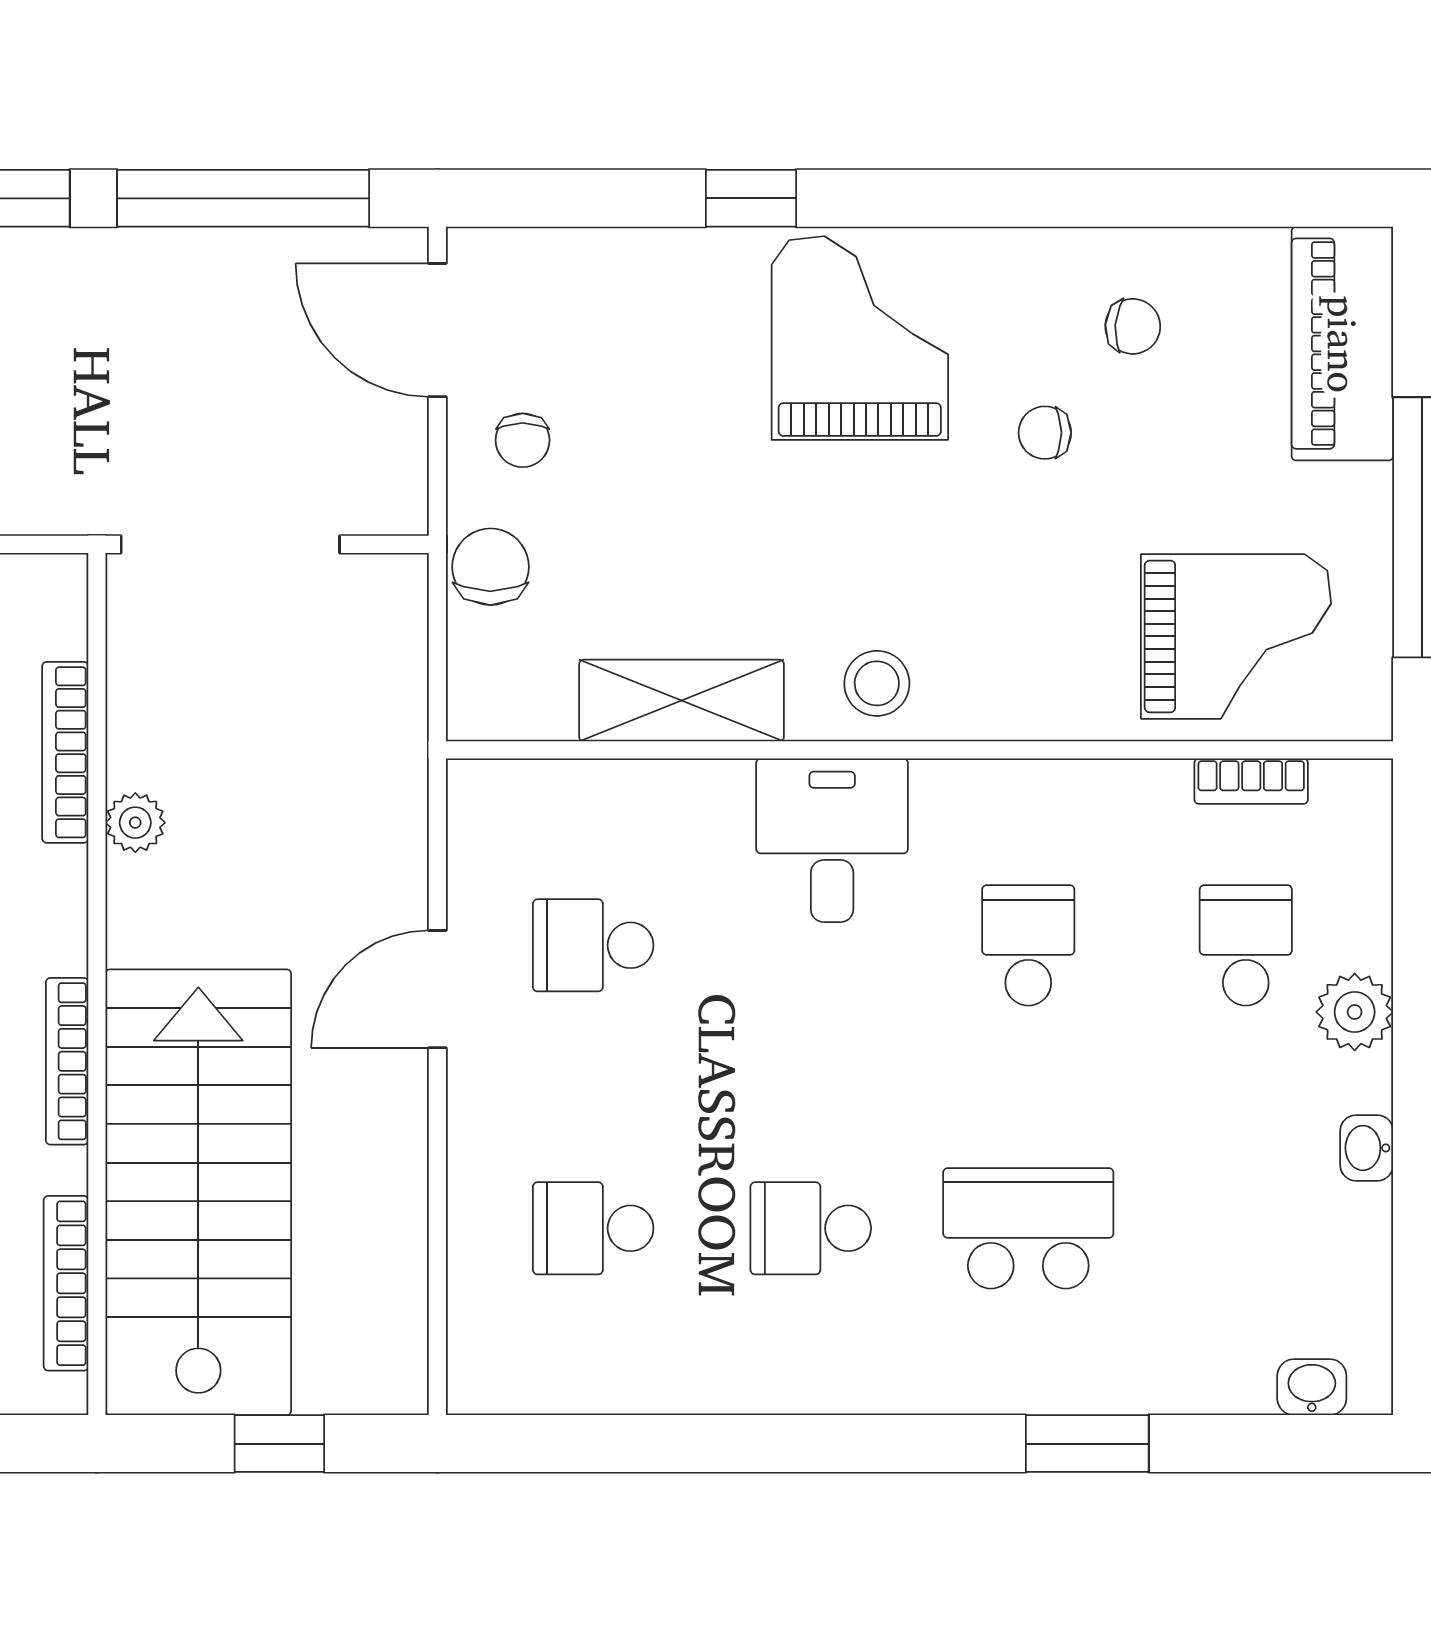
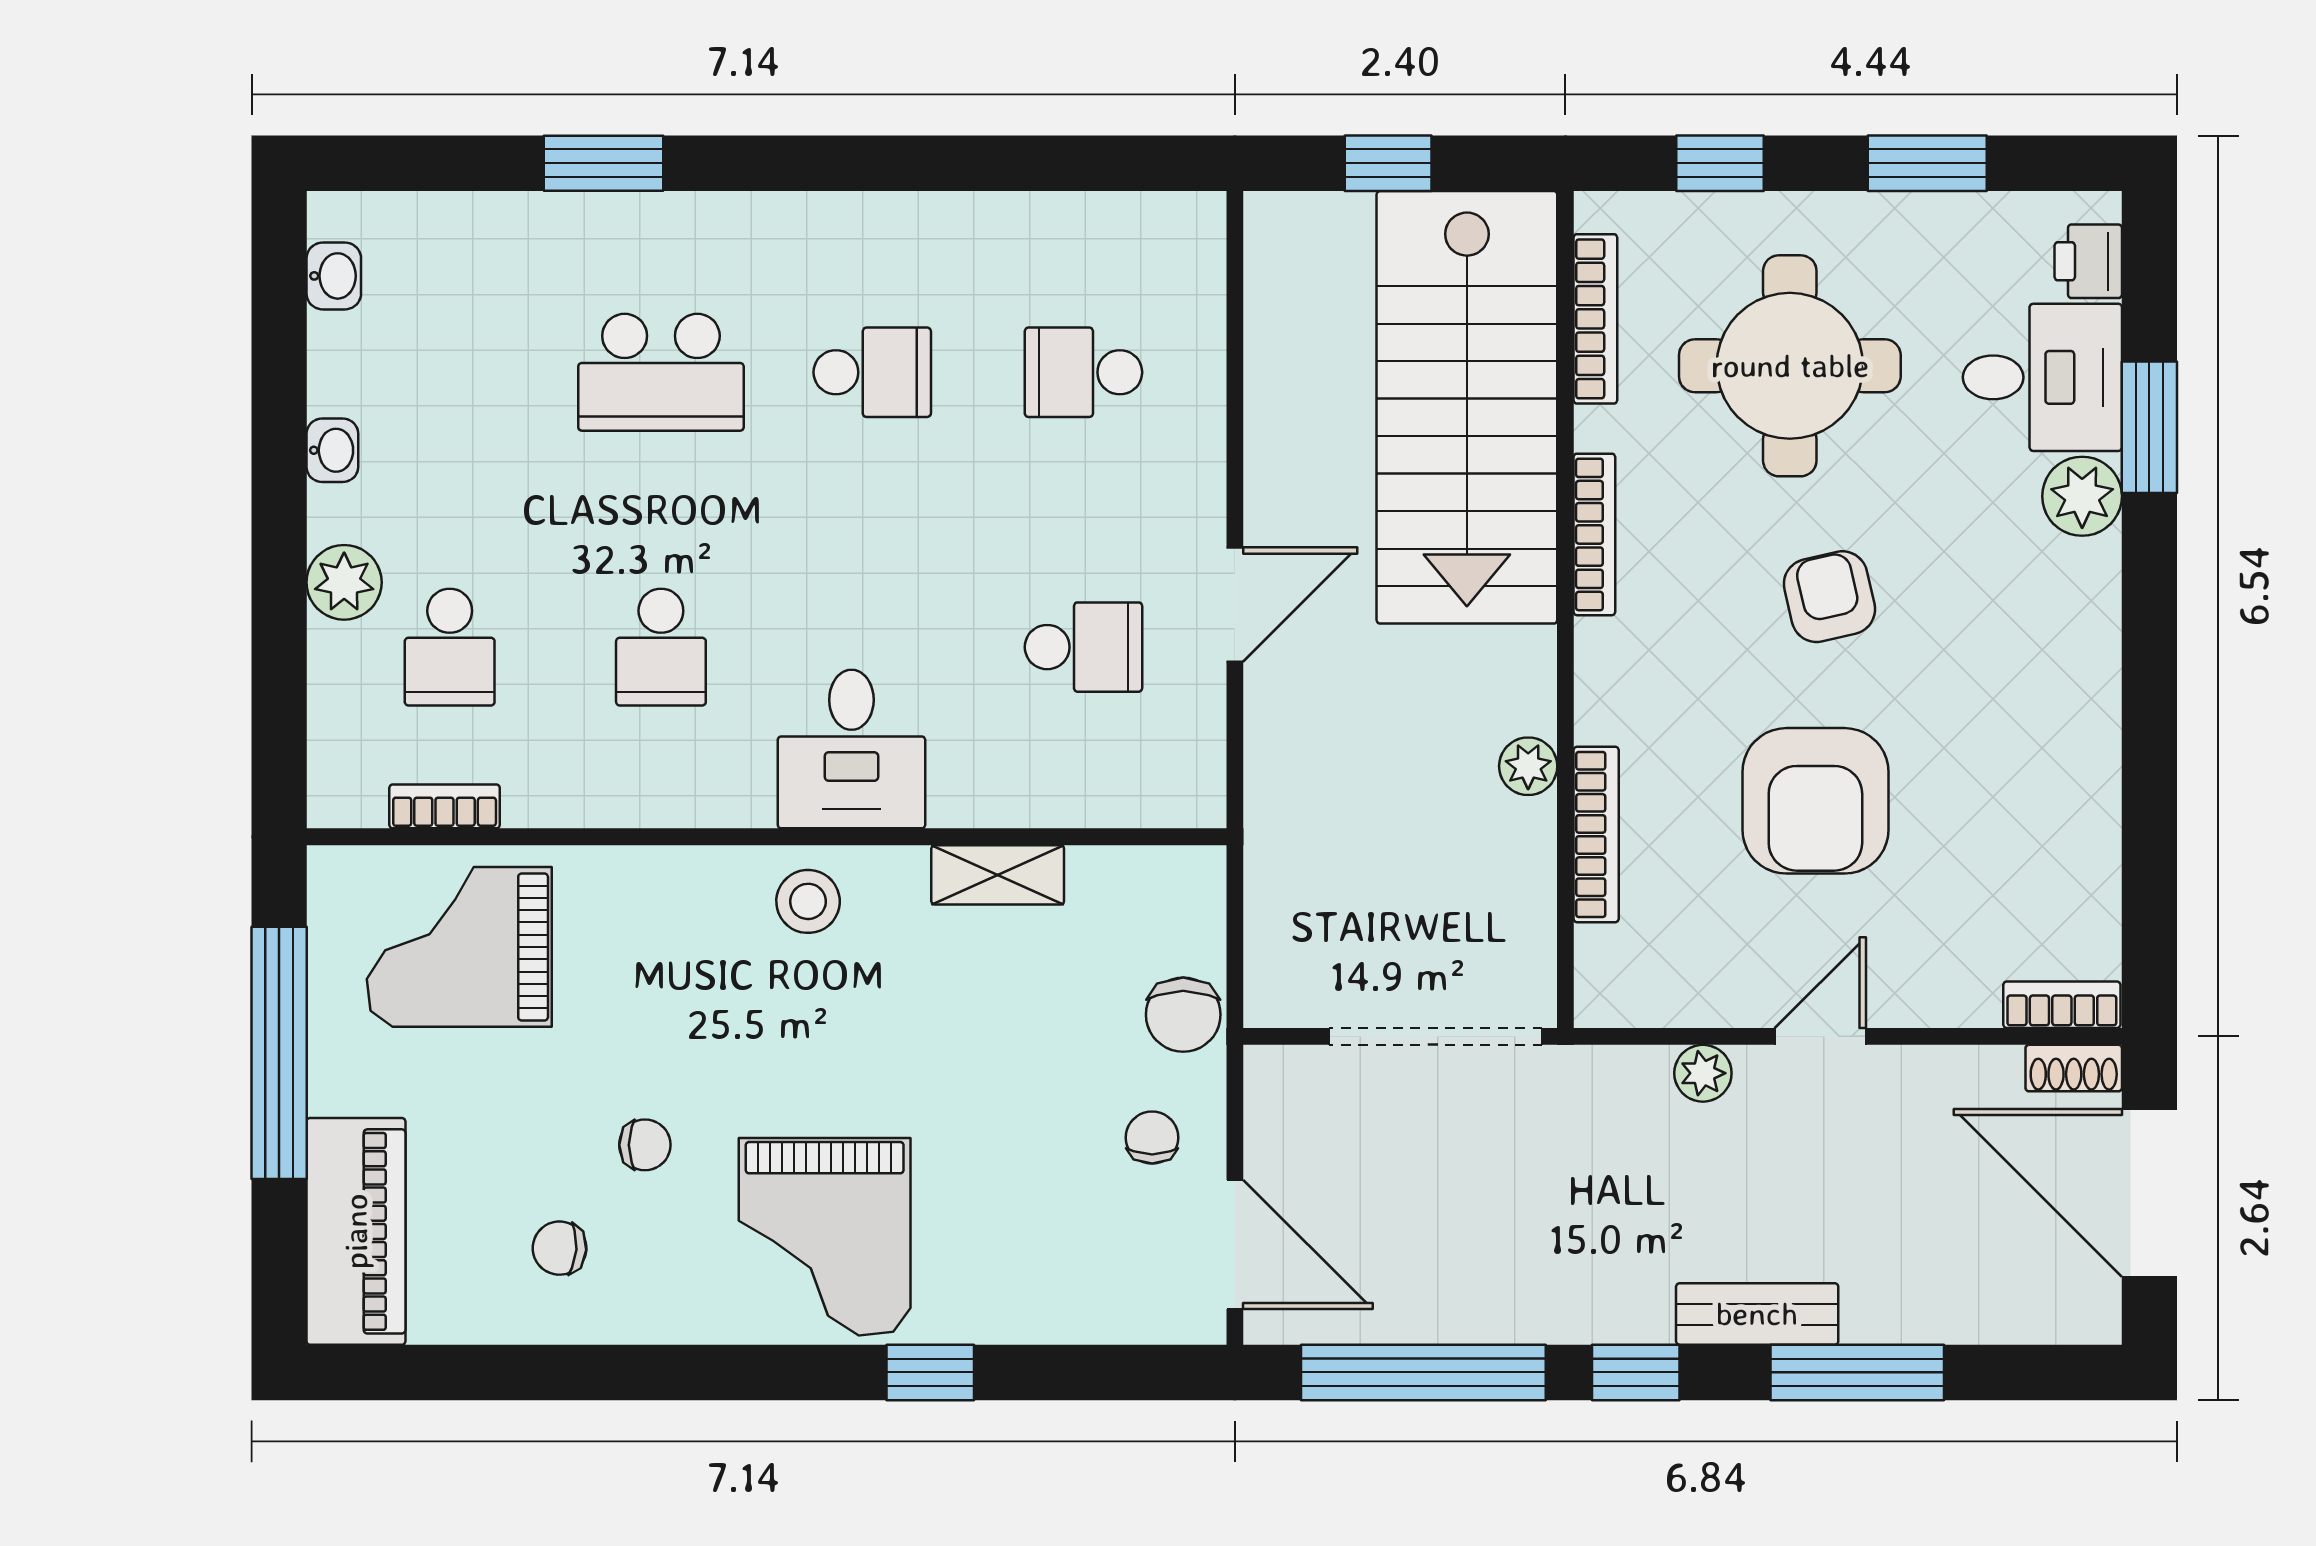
shelving: (682, 701) -> (998, 875), width x0.67, depth x0.75
school desk: (593, 1228) -> (1083, 372), turned 180
washbasin: (1312, 1387) -> (334, 276), moved, turned -90

